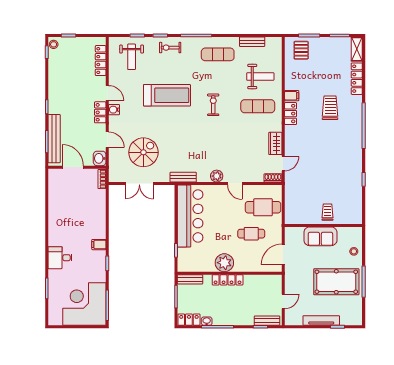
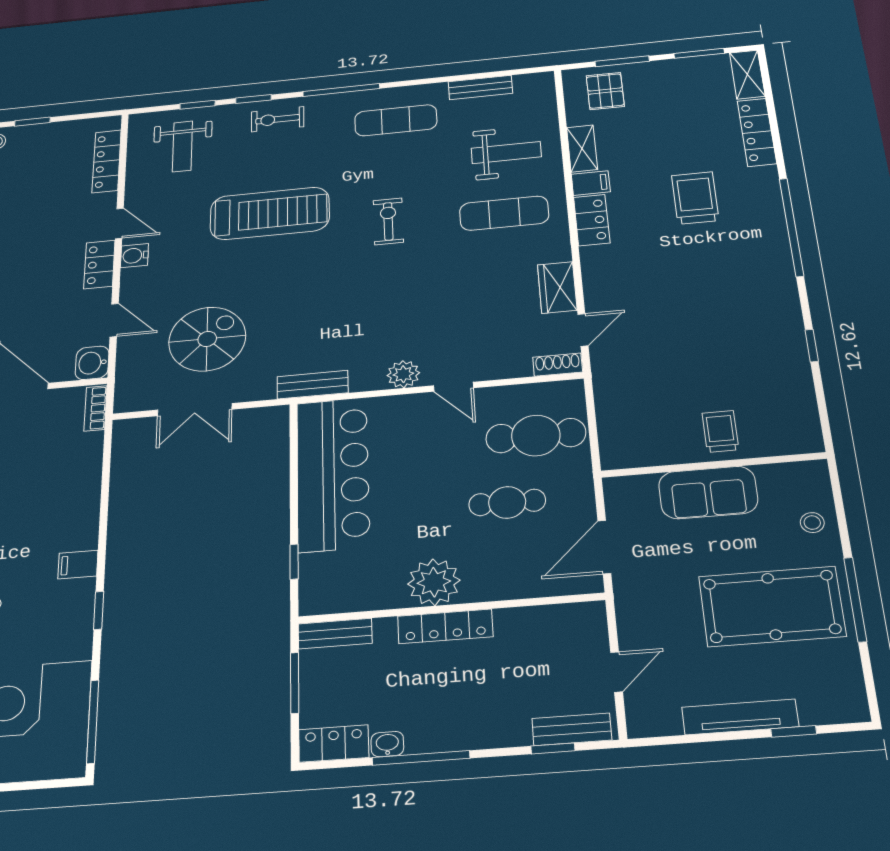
shelving: (290, 78) -> (582, 148), added

